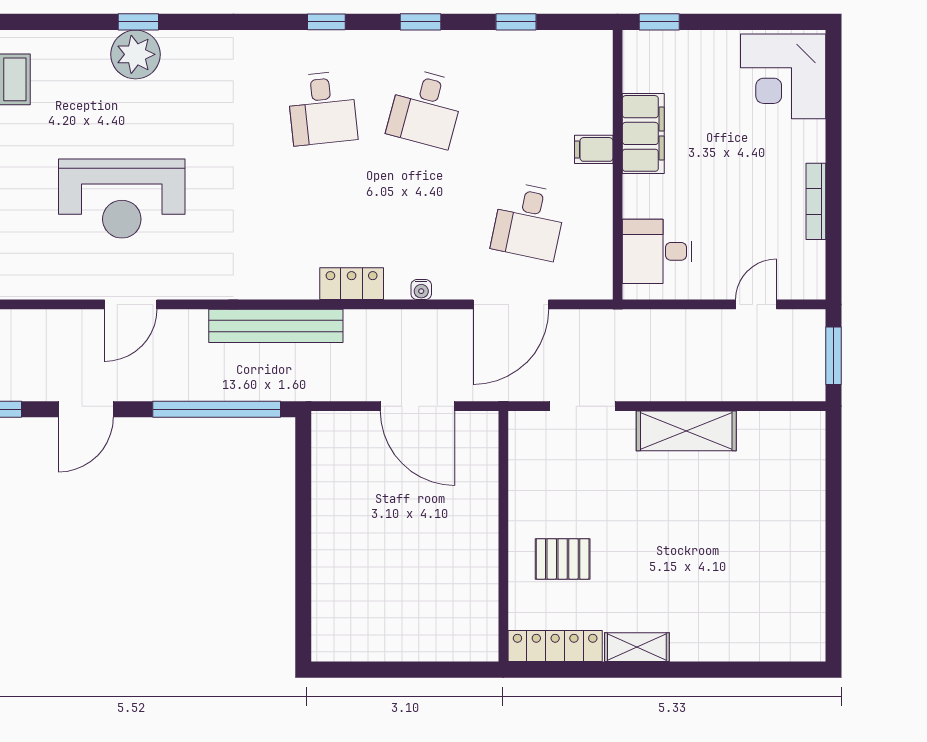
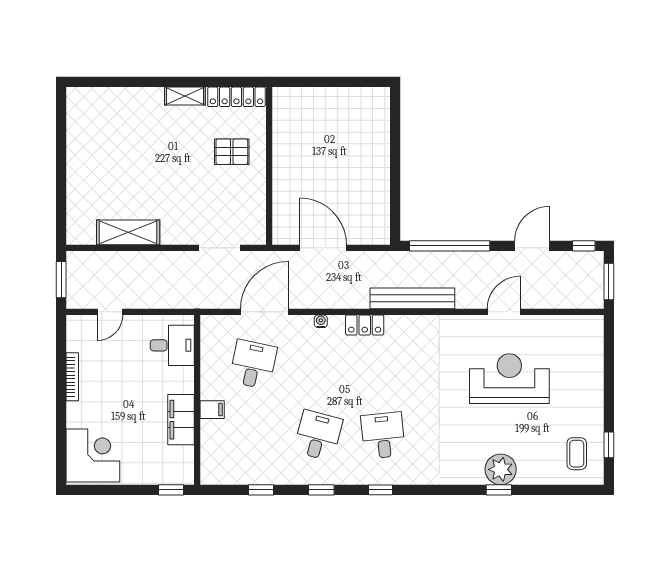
shelving: (686, 431) -> (128, 232), moved

